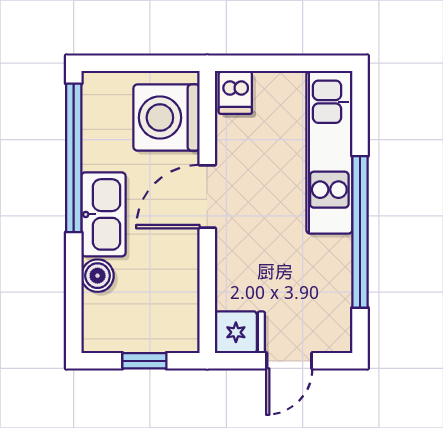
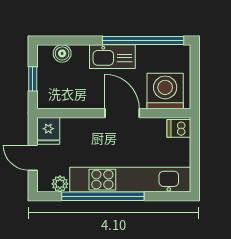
kitchen unit: (329, 152) -> (130, 180), width x1.36
boiler: (98, 276) -> (62, 53), moved
plant: (337, 311) -> (60, 184), added

